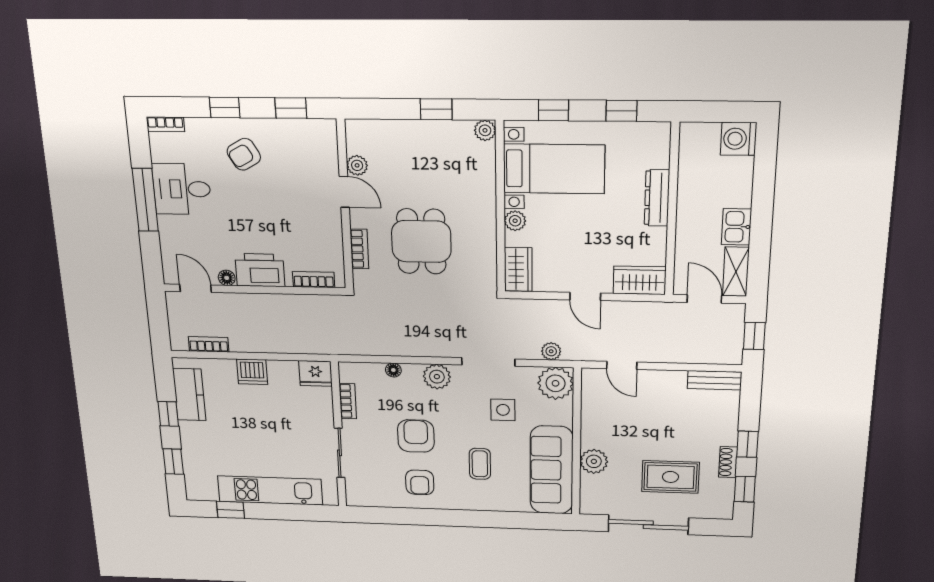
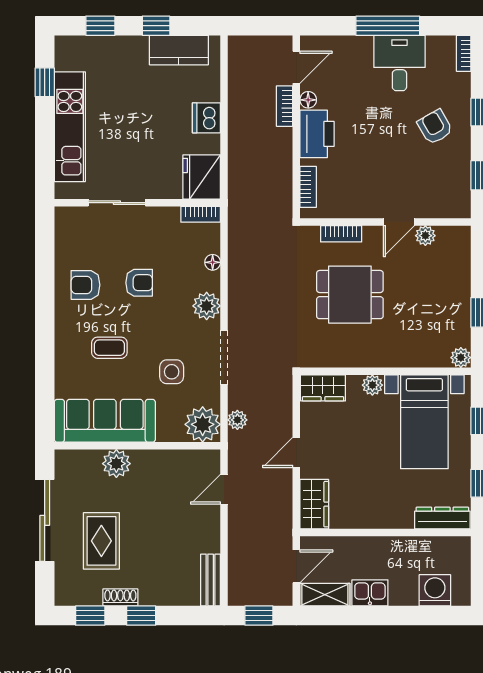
washing machine: (738, 139) -> (435, 590), moved
dresser: (657, 198) -> (442, 518), moved
bookcase: (209, 344) -> (285, 106), moved, turned 180
fridge: (315, 374) -> (202, 177), width x1.36, depth x1.34
bookcase: (348, 401) -> (201, 214), moved
armchair: (416, 436) -> (139, 283), width x0.72, depth x0.72

